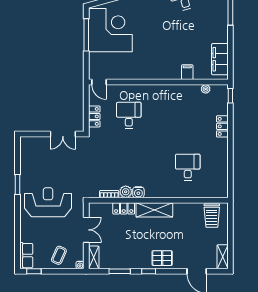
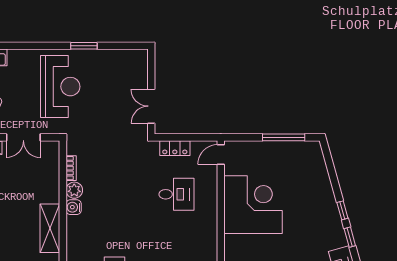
corner desk: (110, 30) -> (253, 205), moved, turned -90
locker: (124, 208) -> (52, 188), removed

